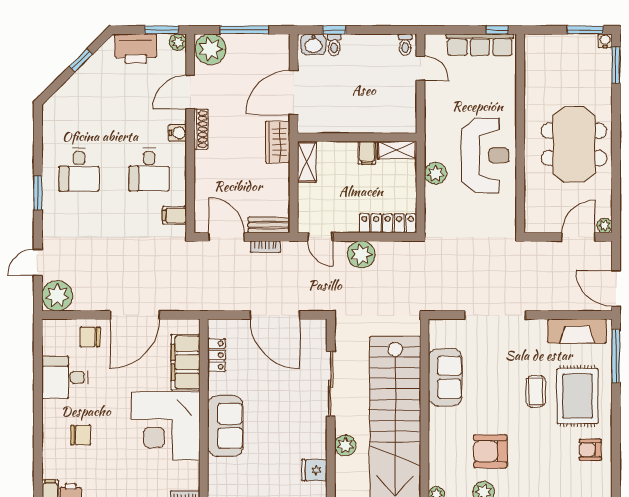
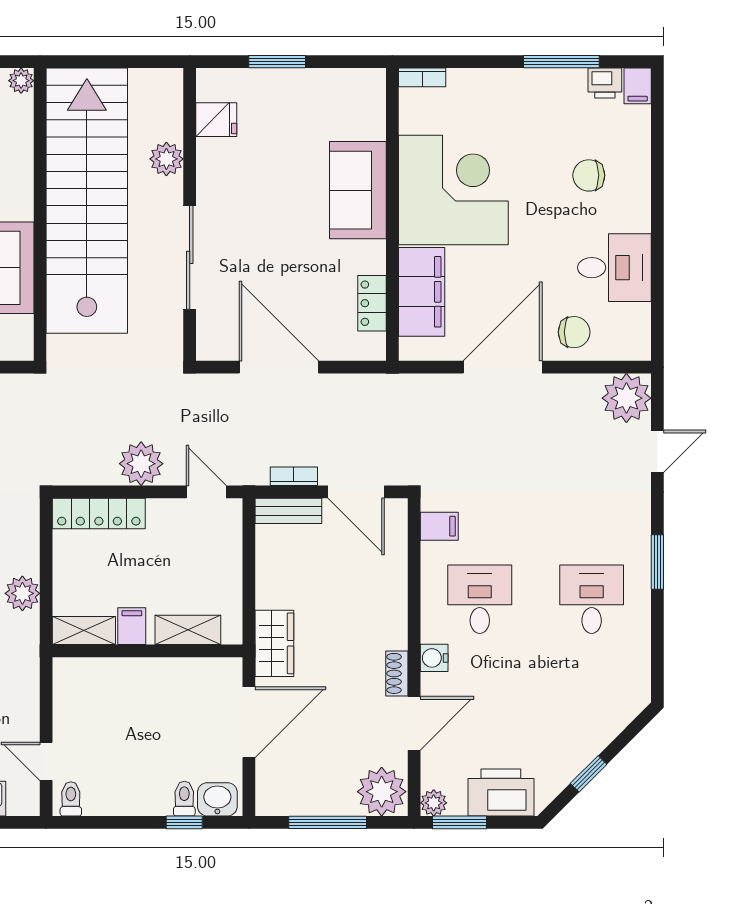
shoe rack: (201, 129) -> (397, 673), width x0.70
shelving: (307, 162) -> (188, 630), moved, turned 90

